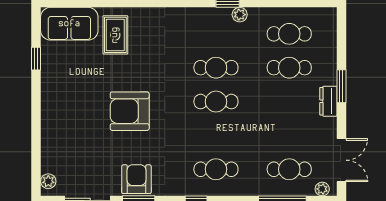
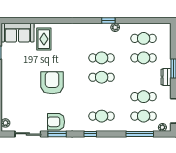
armchair: (130, 111) -> (52, 83), turned 90
cafe table: (289, 135) -> (144, 97), added
armchair: (136, 179) -> (56, 122), turned -90

